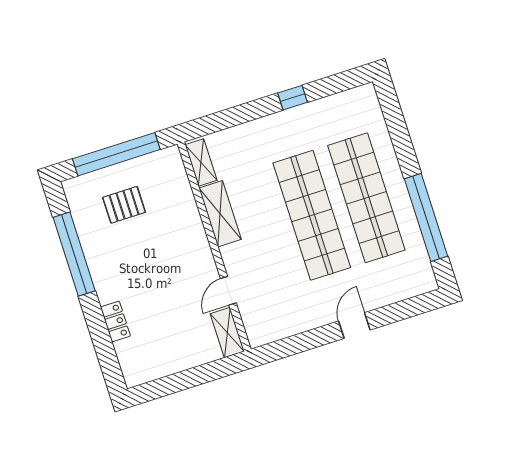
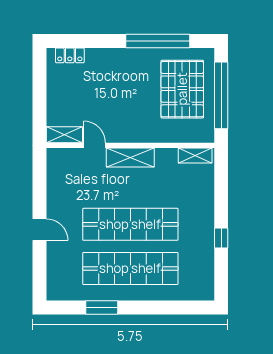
pallet: (124, 205) -> (182, 89), width x2.05, depth x2.00
shelving: (220, 214) -> (130, 157), moved
window: (426, 218) -> (102, 308), width x0.47
locker: (115, 322) -> (70, 55), moved

